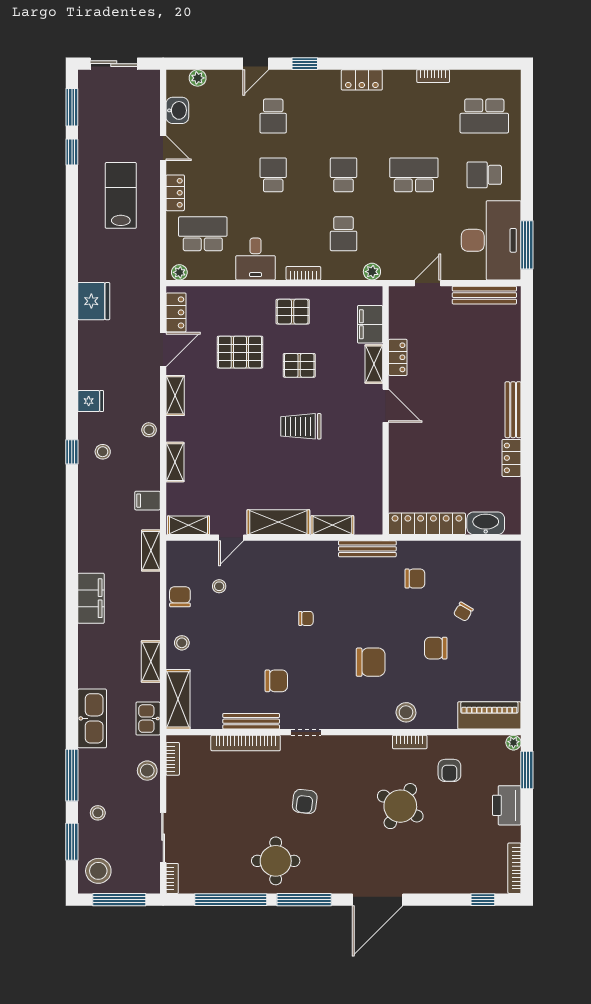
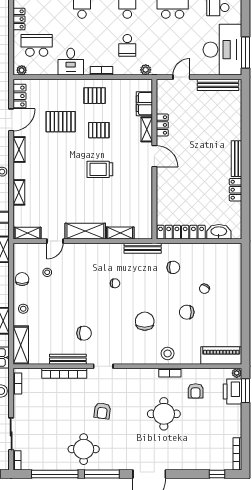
chair: (306, 618) -> (115, 283), moved
chair: (371, 662) -> (145, 321), turned -90
printer: (507, 805) -> (232, 392), moved
round table: (400, 806) -> (164, 414), turned -31

